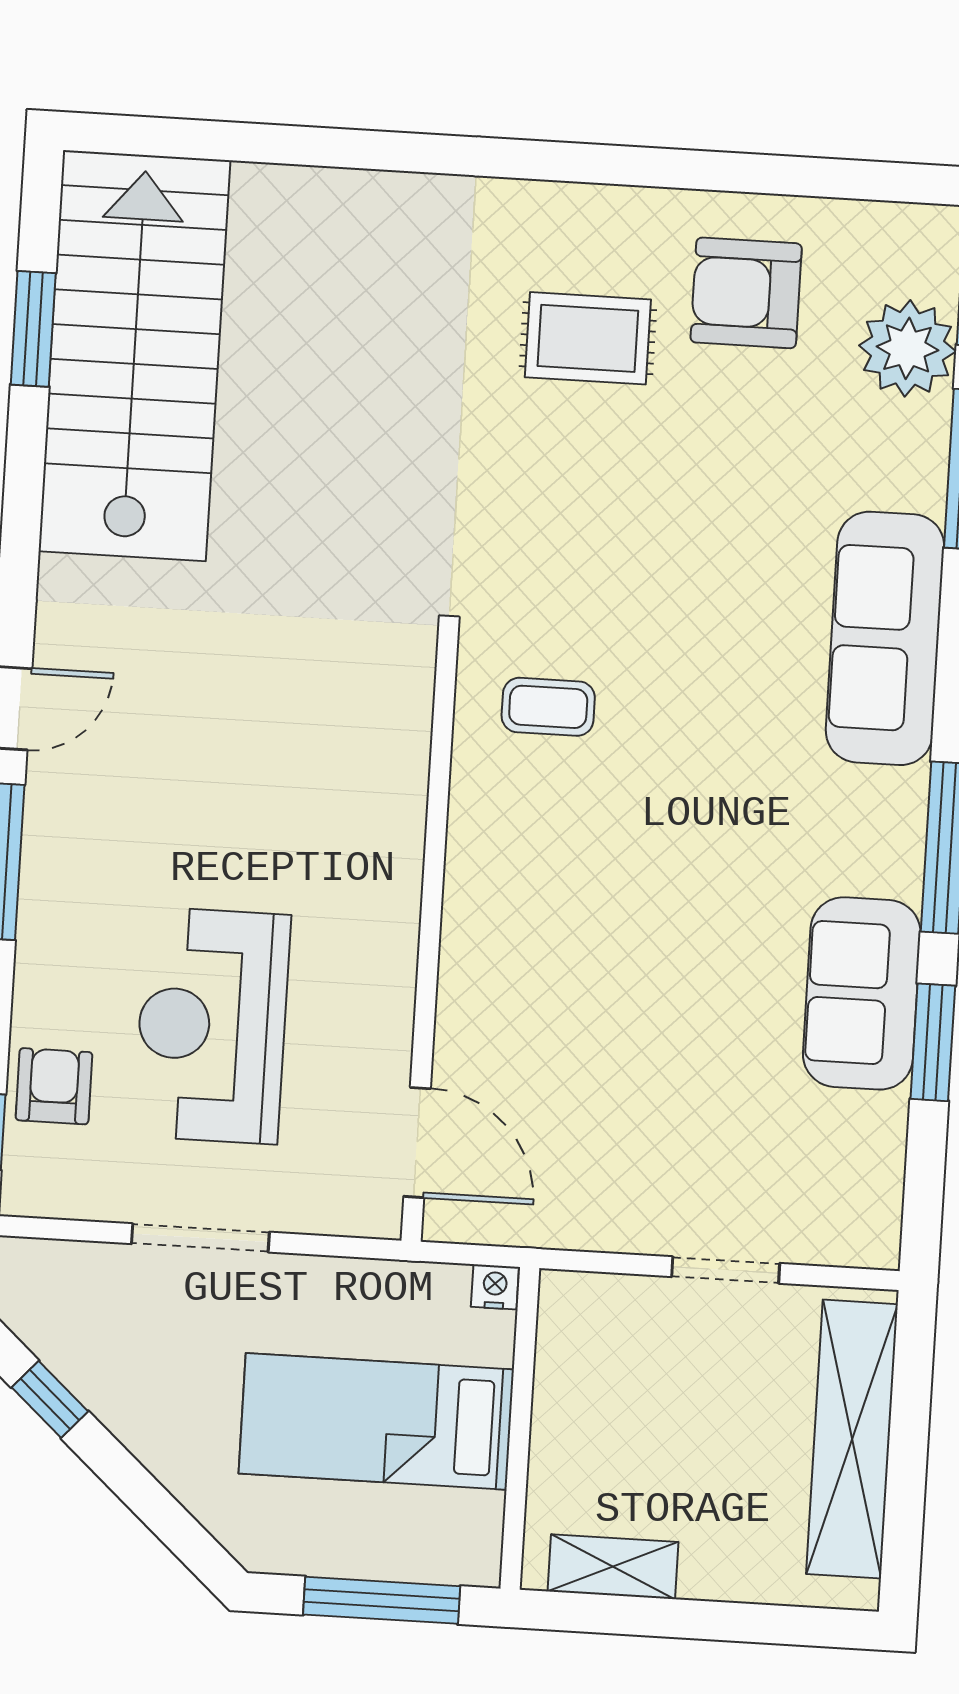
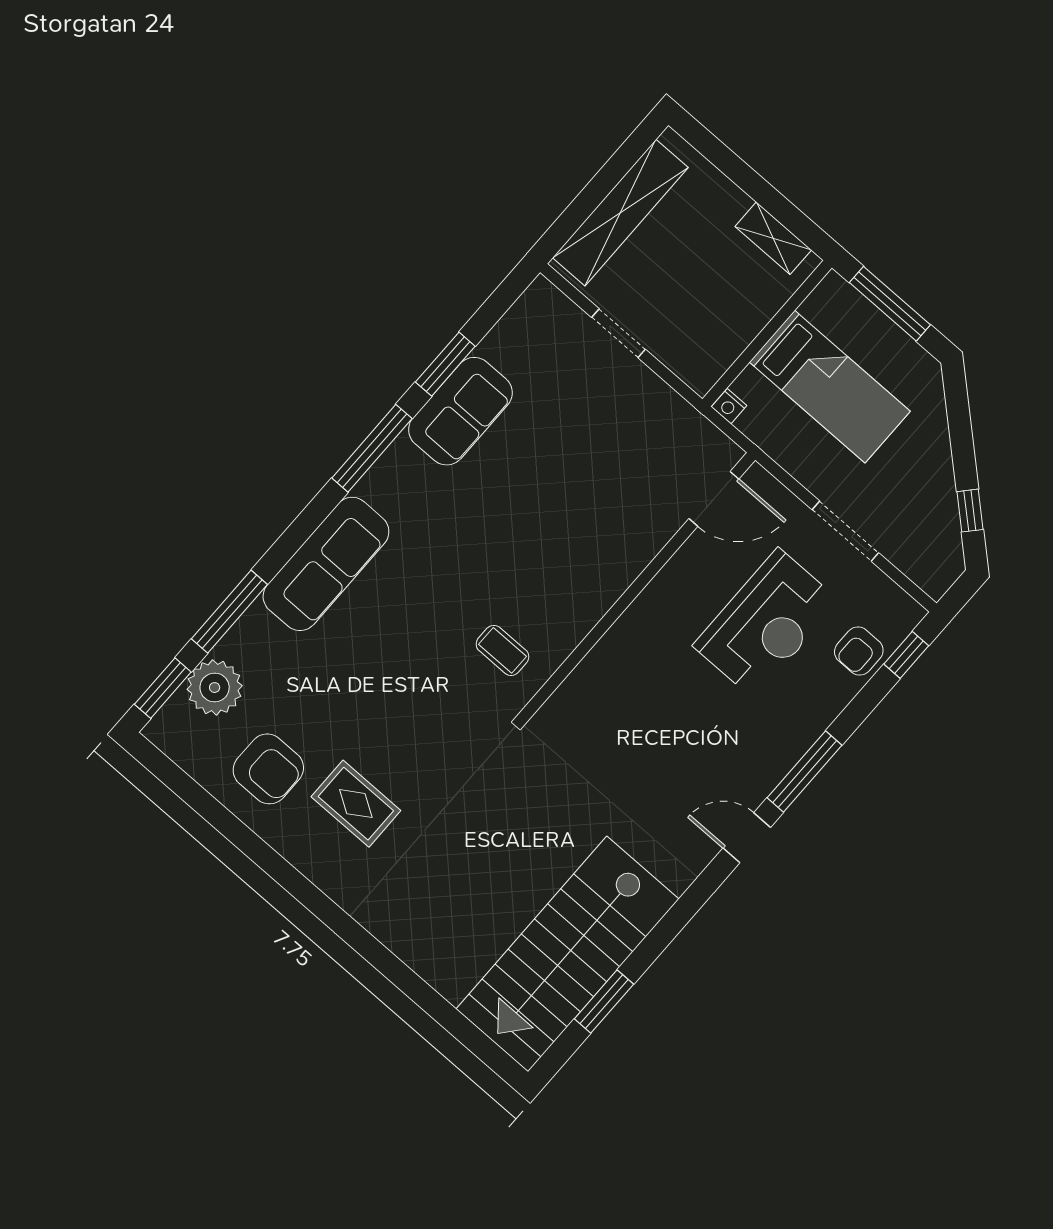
door: (417, 1142) -> (714, 499), swing flipped

